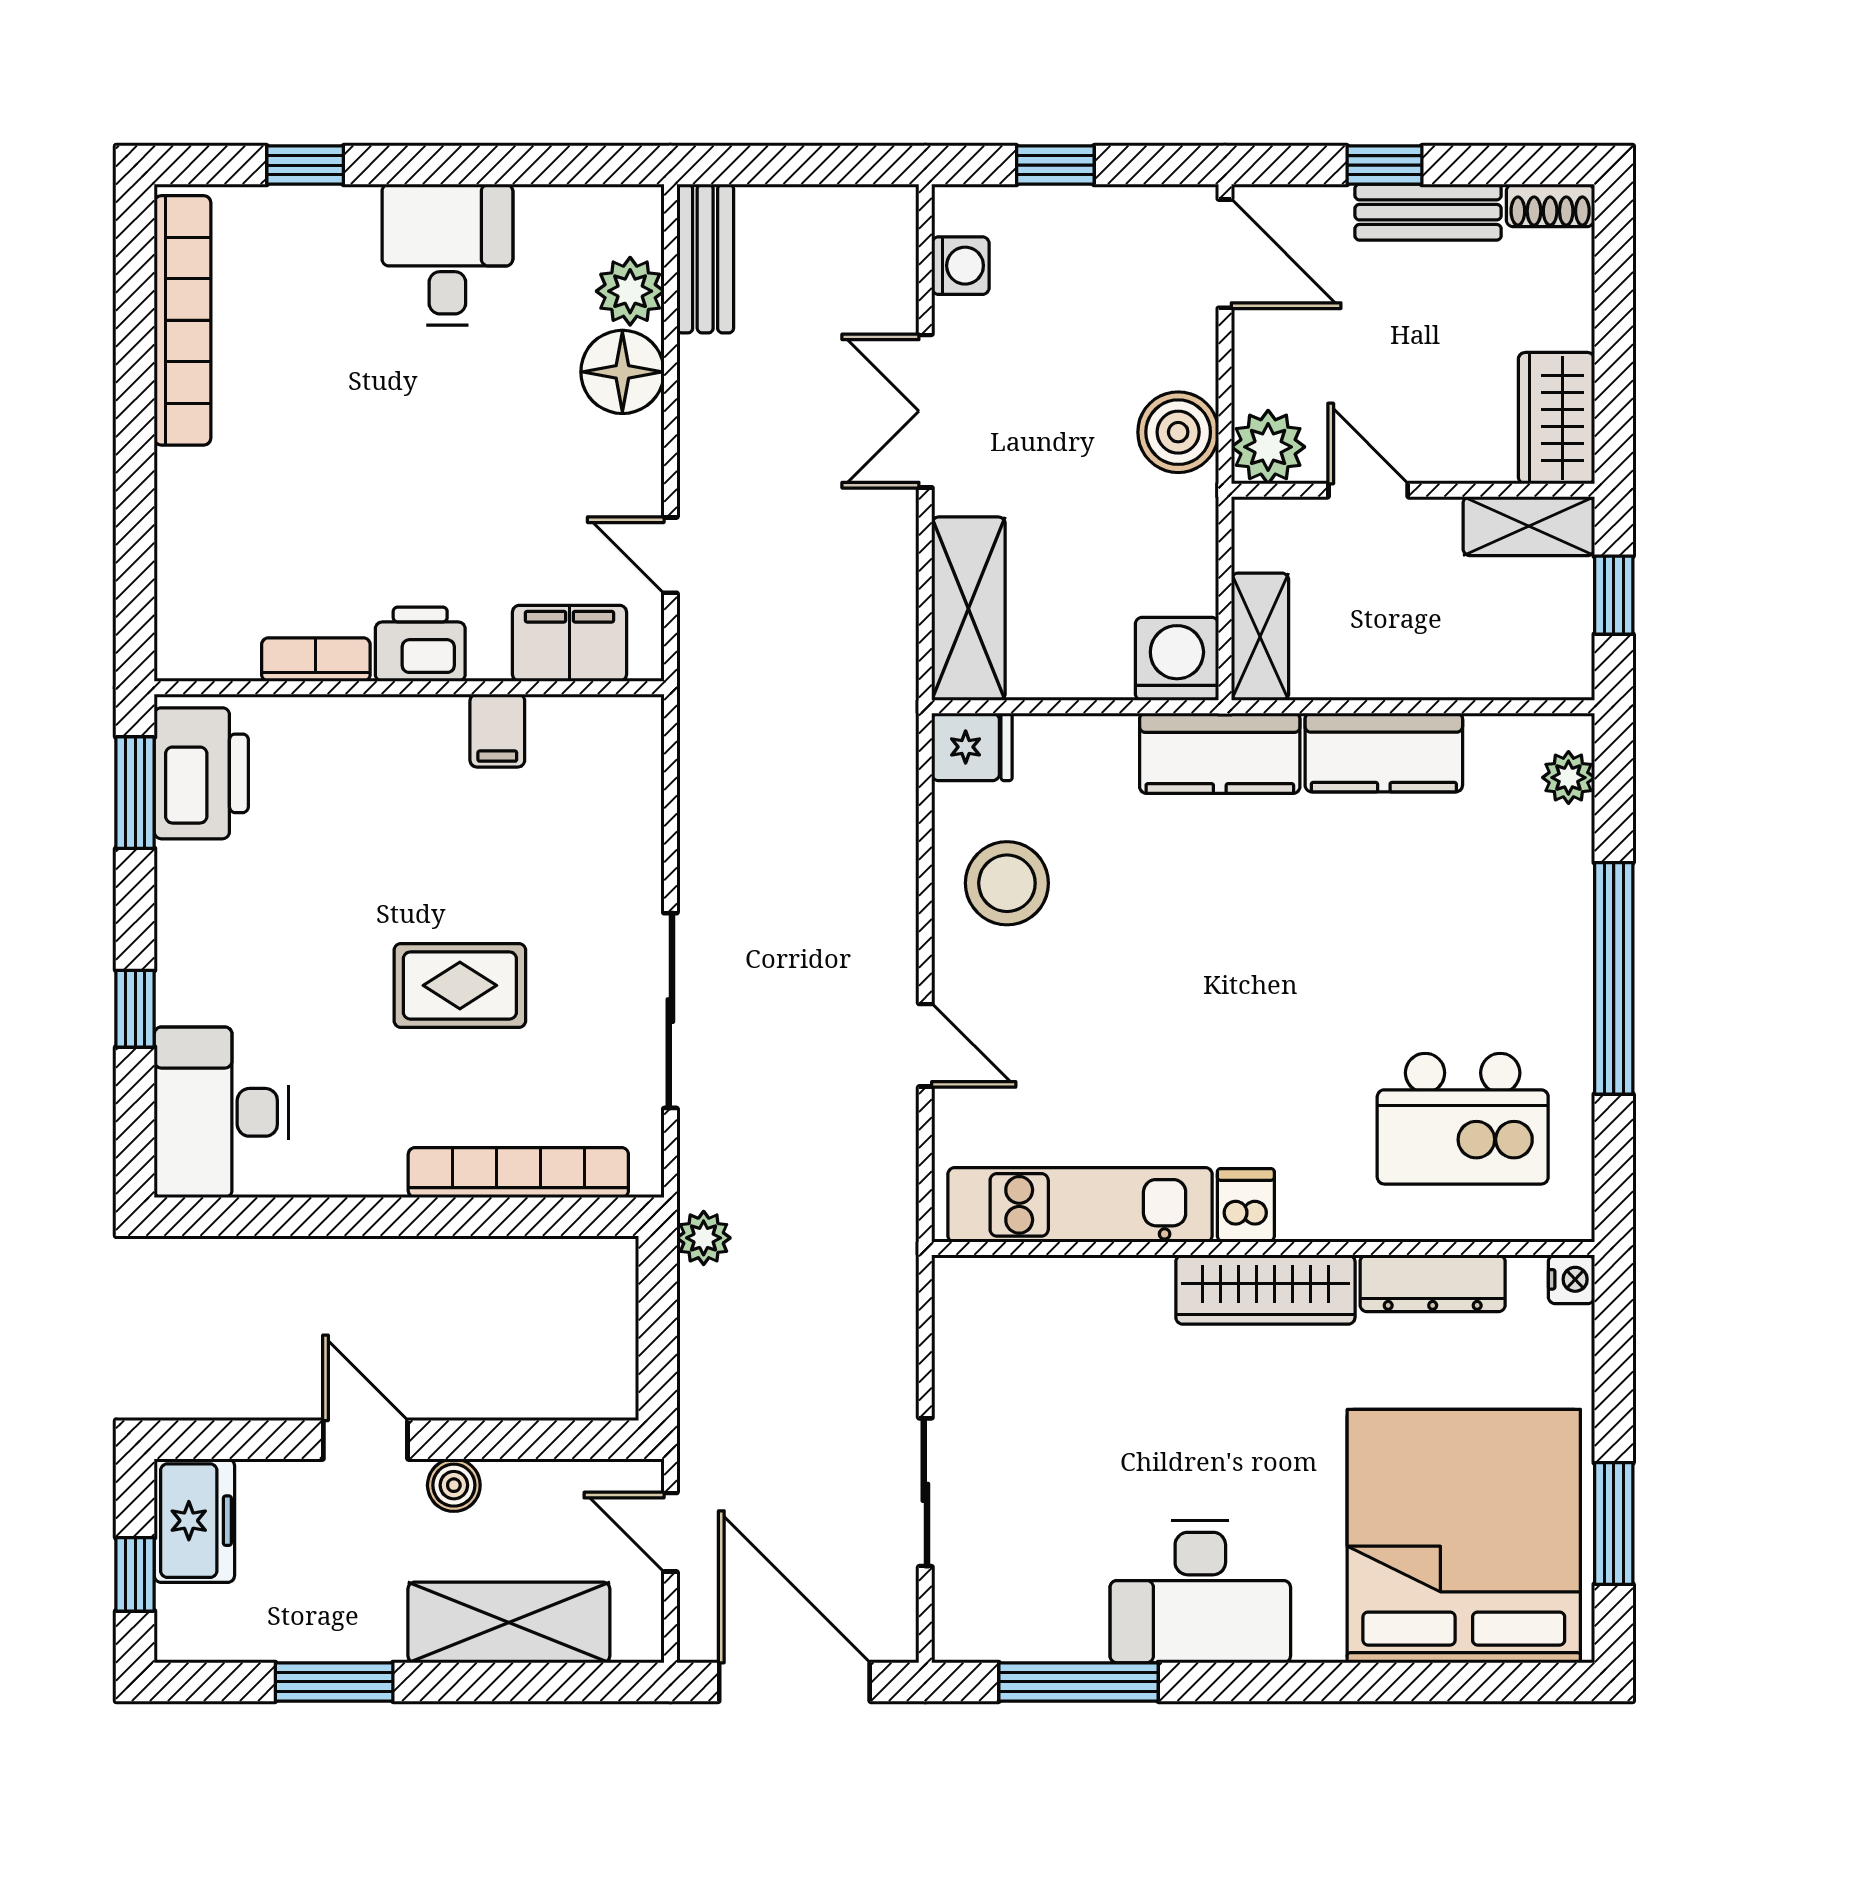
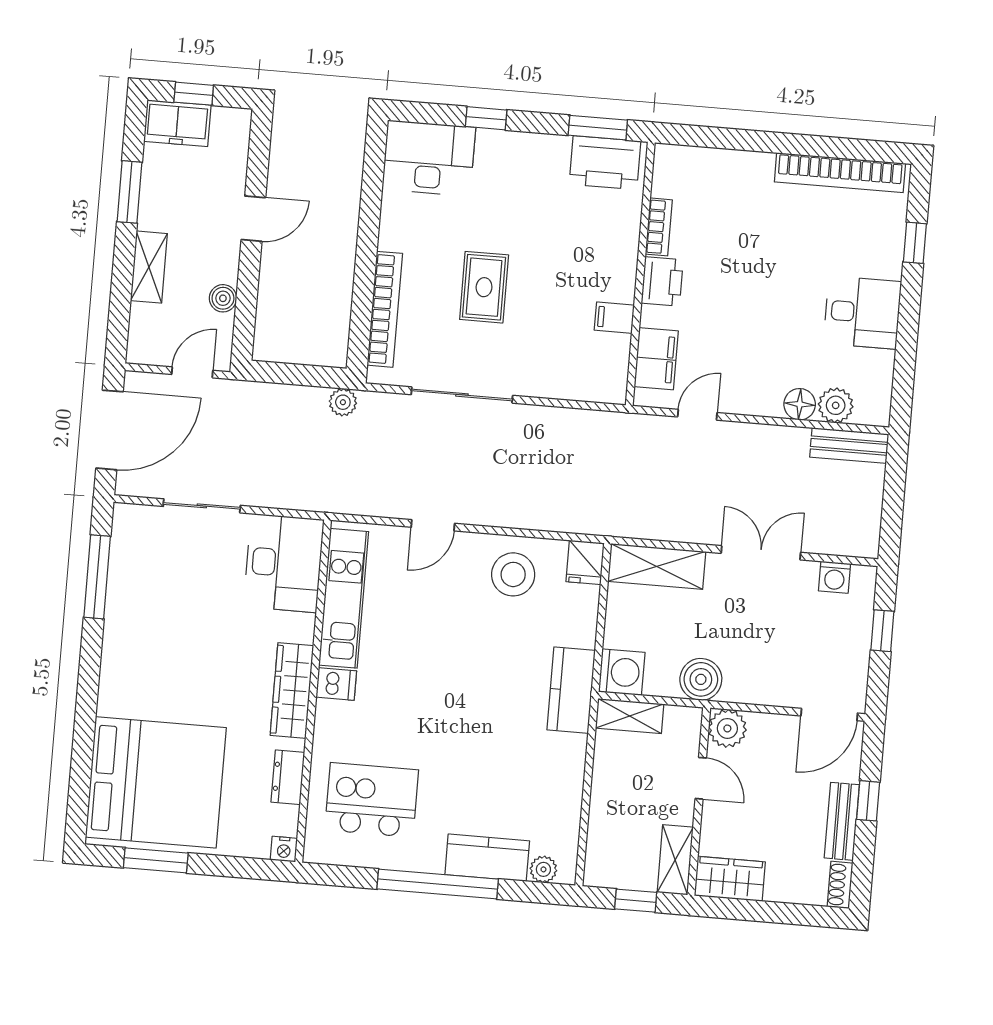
floor lamp: (622, 372) -> (800, 404), width x0.73, depth x0.73
boiler: (1178, 432) -> (701, 679), moved
door: (1368, 490) -> (701, 778), hinge flipped
kitchen counter: (1384, 753) -> (487, 858), moved, turned 90
kitchen island: (1463, 1119) -> (372, 800), turned 90
dresser: (1433, 1283) -> (288, 777), width x0.70
boiler: (454, 1485) -> (223, 298), moved
freezer: (194, 1521) -> (177, 123), moved
desk: (1200, 1592) -> (284, 563), moved, turned 180
shelving: (509, 1622) -> (149, 267), width x0.67, depth x0.75

